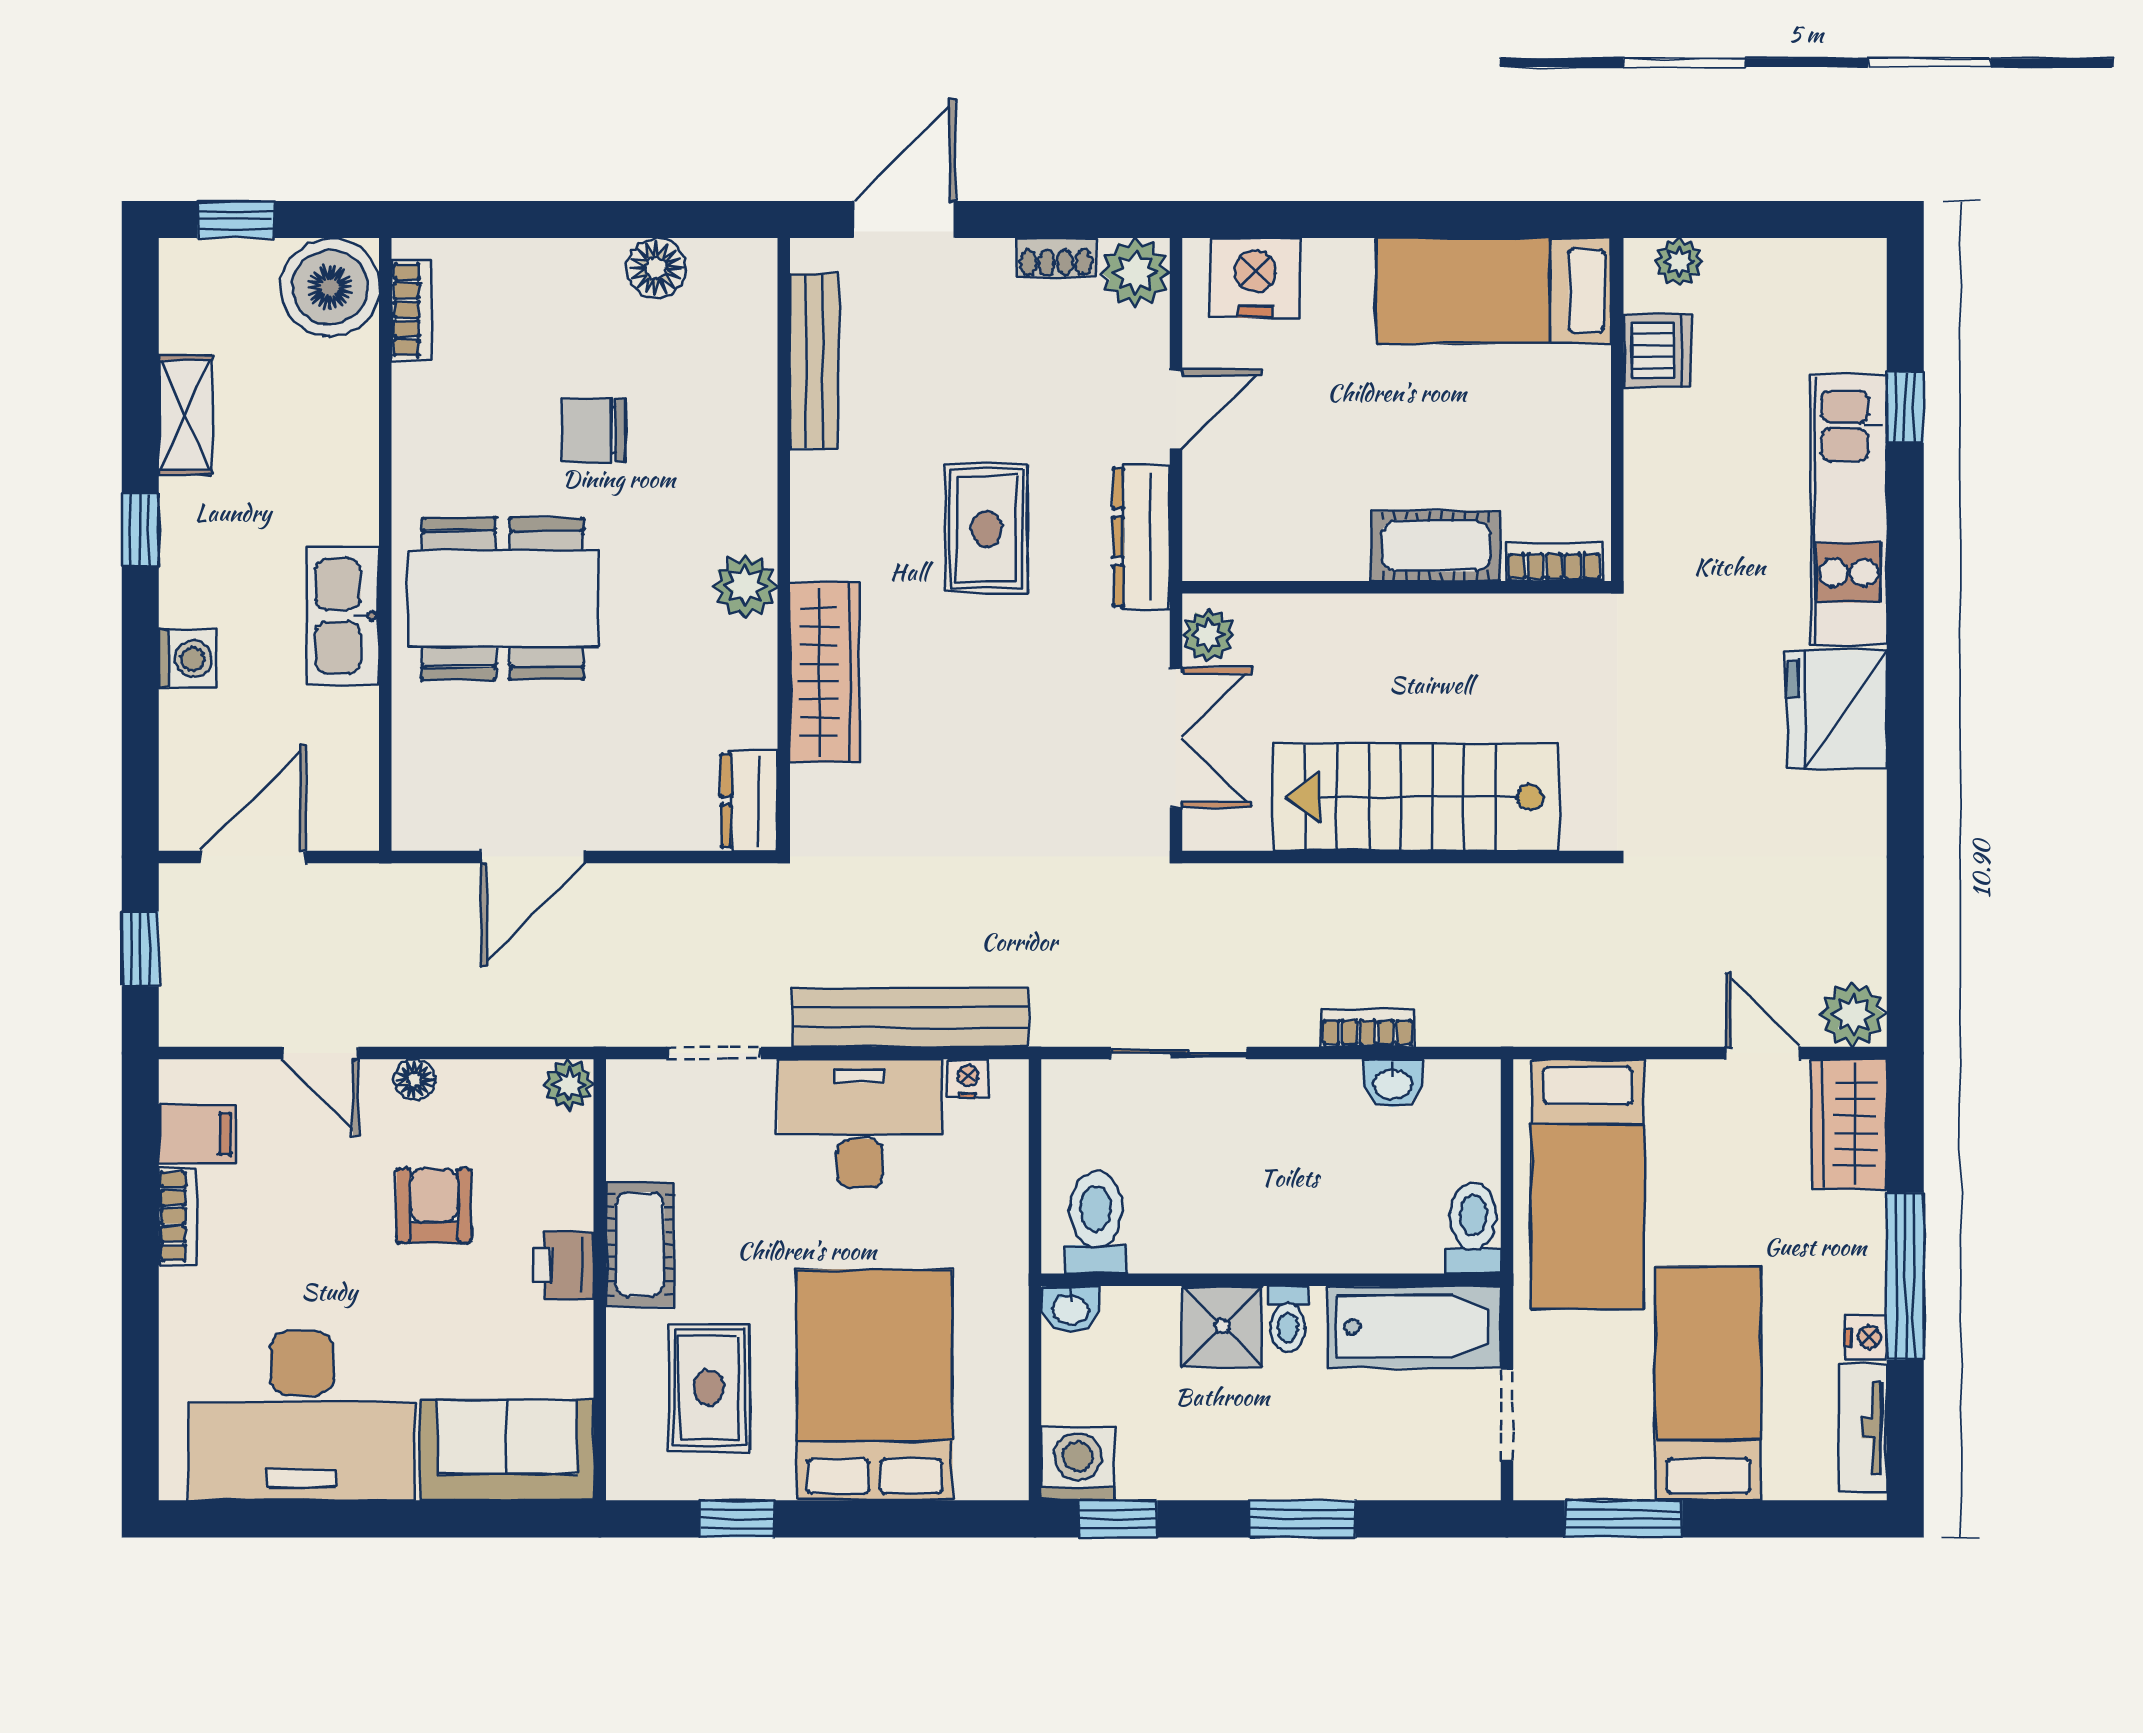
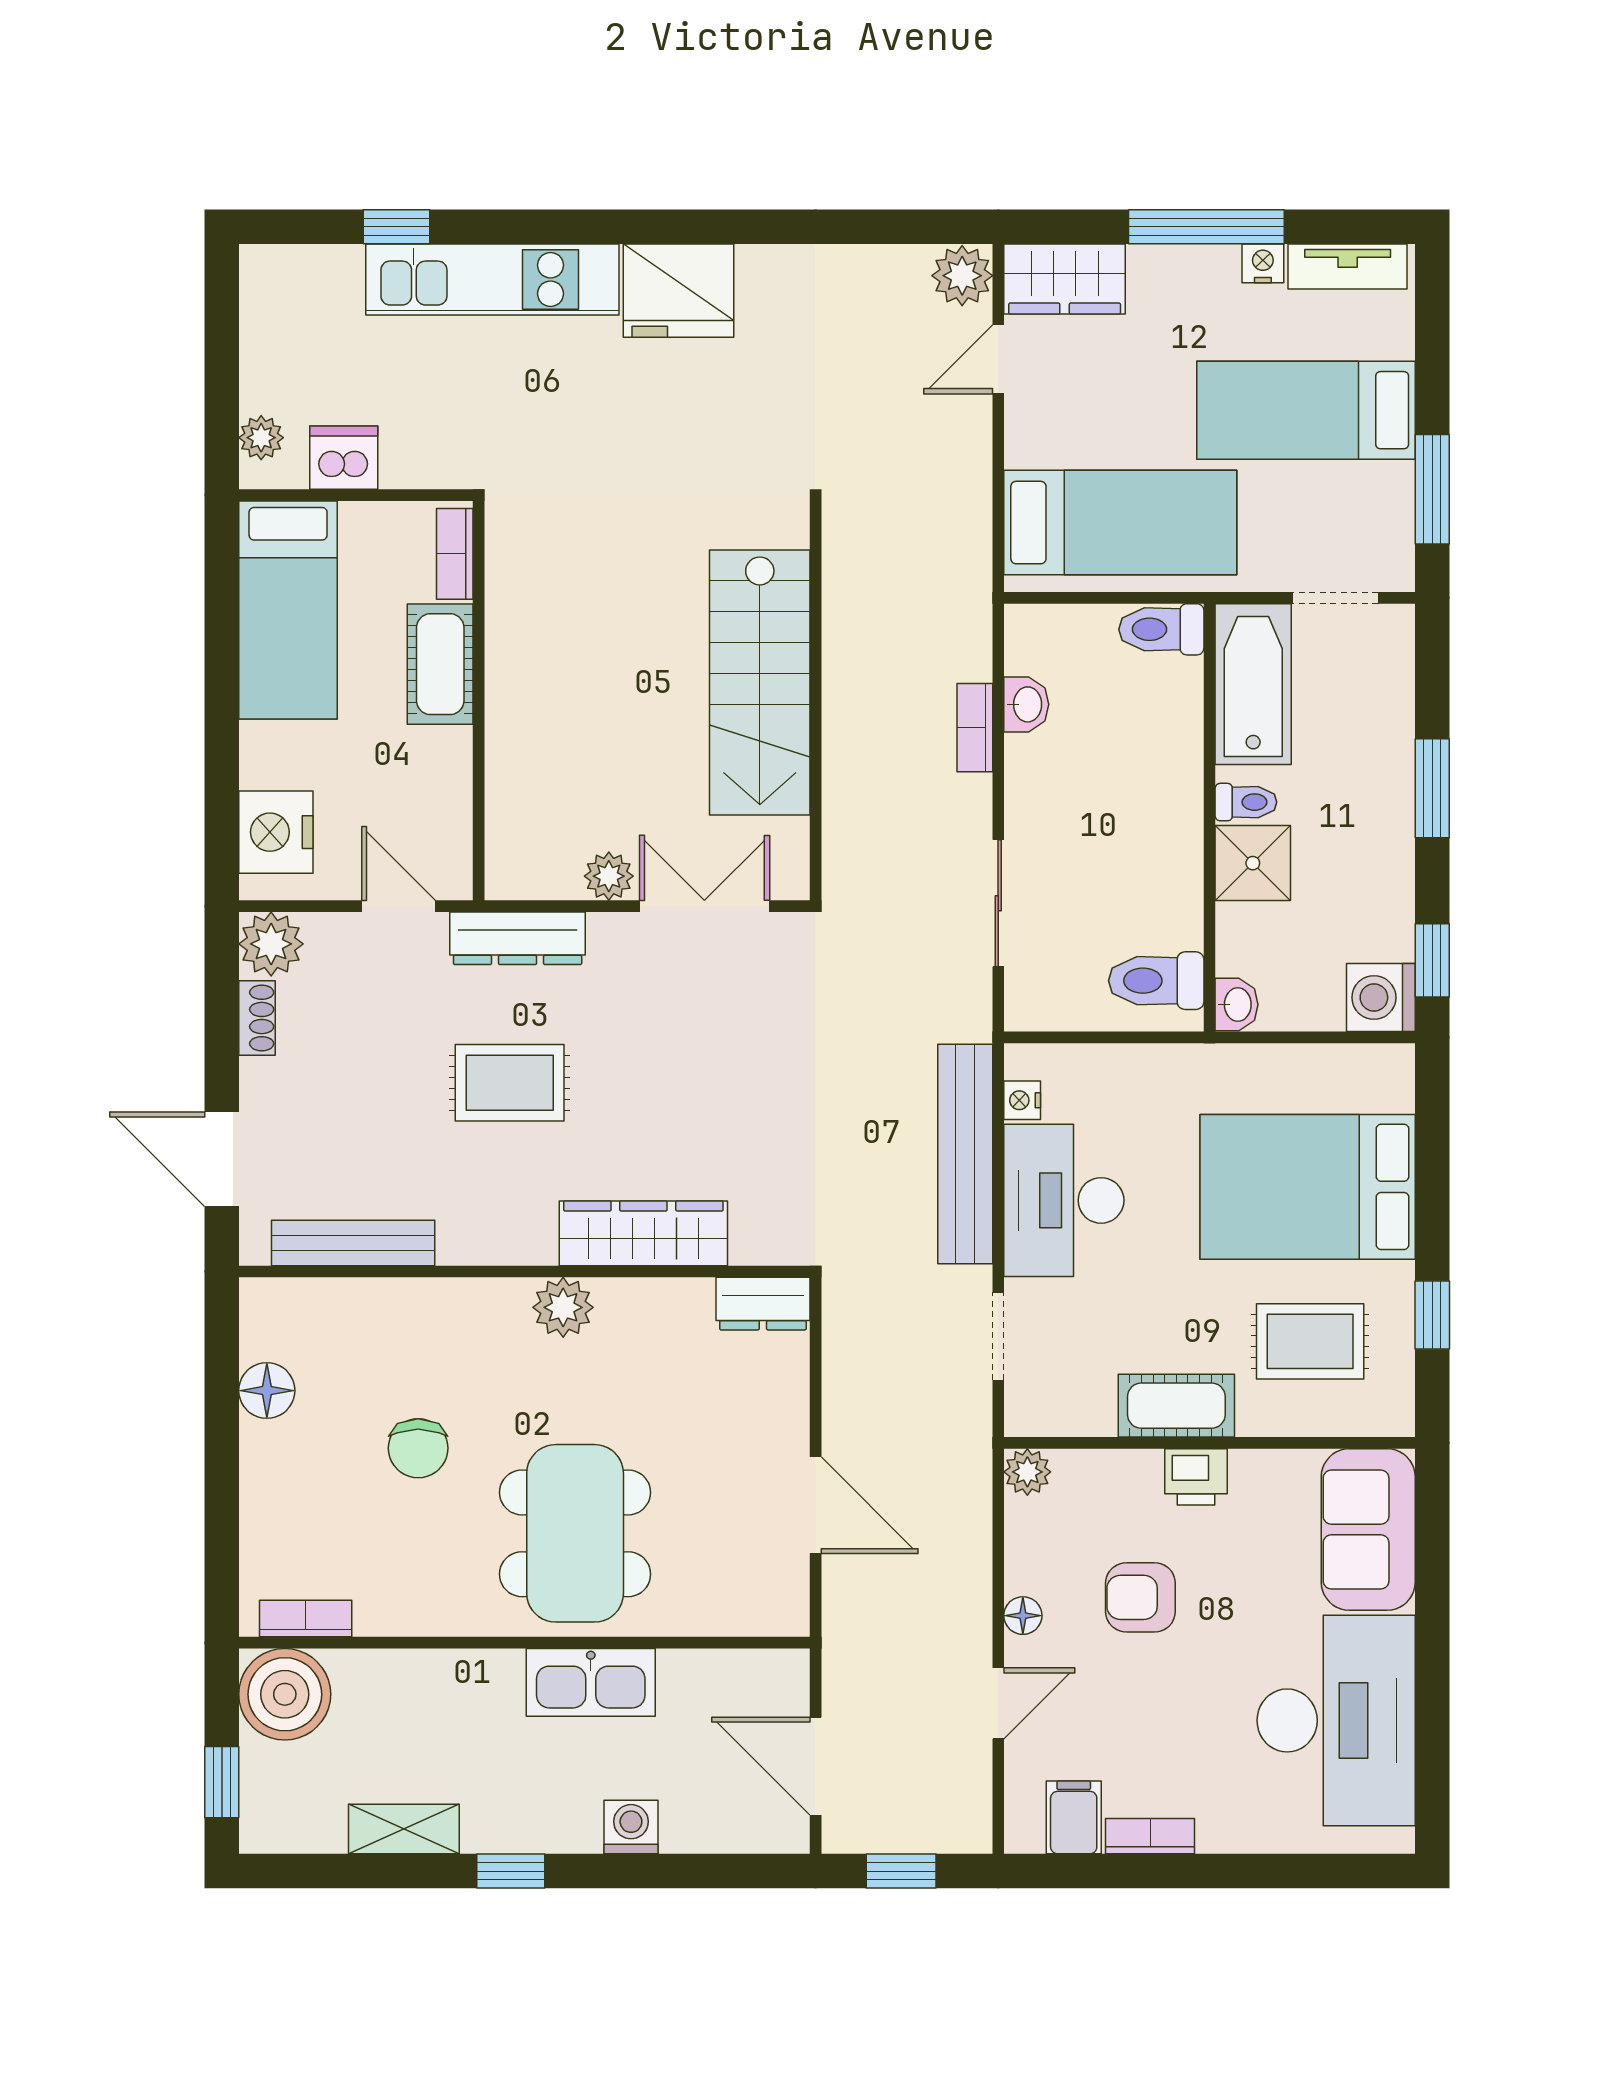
cot: (1436, 546) -> (440, 664), moved
bookcase: (1554, 562) -> (455, 554), moved
wall: (1397, 587) -> (479, 701), moved

